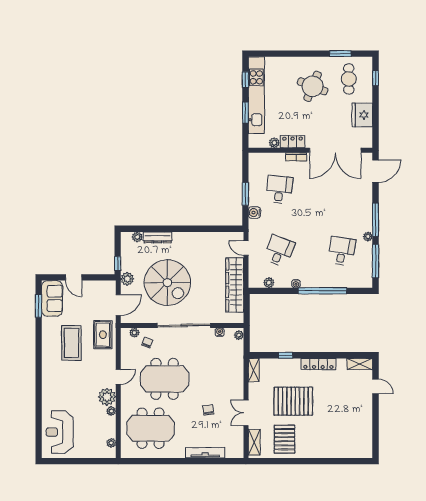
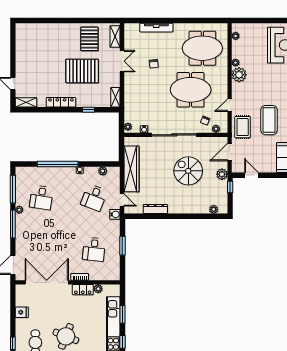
fridge: (362, 115) -> (22, 312), width x0.53, depth x0.75
water cooler: (254, 213) -> (115, 214), moved
dresser: (158, 237) -> (155, 209), moved
door: (74, 277) -> (252, 175), moved
spiral stairs: (167, 283) -> (188, 171), width x0.73, depth x0.73
door: (118, 377) -> (230, 105), moved

